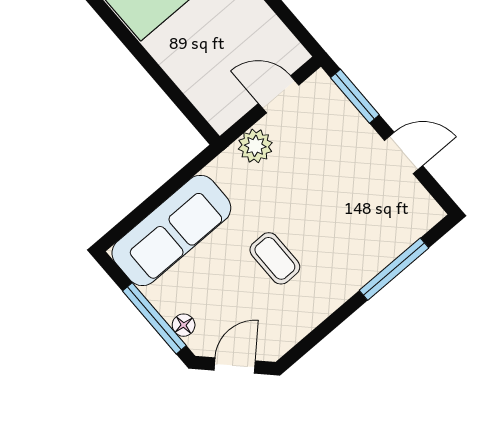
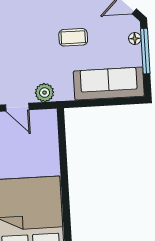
coffee table: (275, 258) -> (73, 37), turned 90

